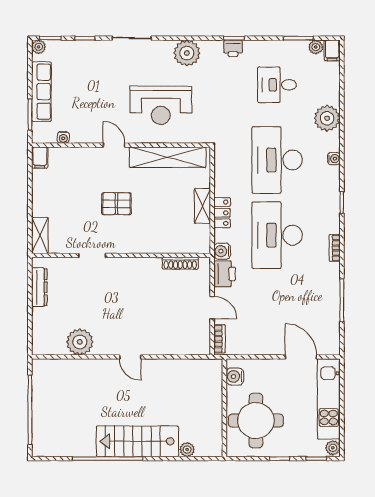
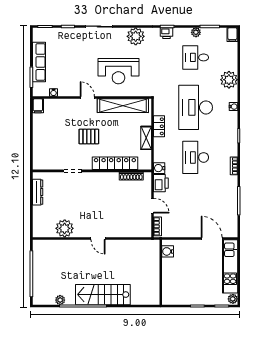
plant: (39, 47) -> (37, 32), removed
plant: (316, 47) -> (196, 32), moved
locker: (222, 213) -> (159, 126), moved
shelving: (40, 235) -> (38, 158), removed
desk: (277, 235) -> (196, 157), width x0.73, depth x0.77
locker: (156, 244) -> (115, 163), added
round table: (256, 421) -> (182, 281), removed
plant: (187, 450) -> (60, 300), moved

